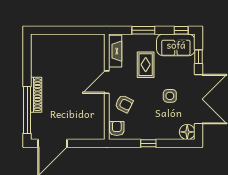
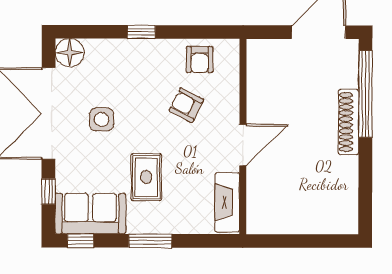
fireplace: (115, 51) -> (227, 202), moved
door: (107, 82) -> (243, 145), moved
wall: (107, 87) -> (243, 136), moved

